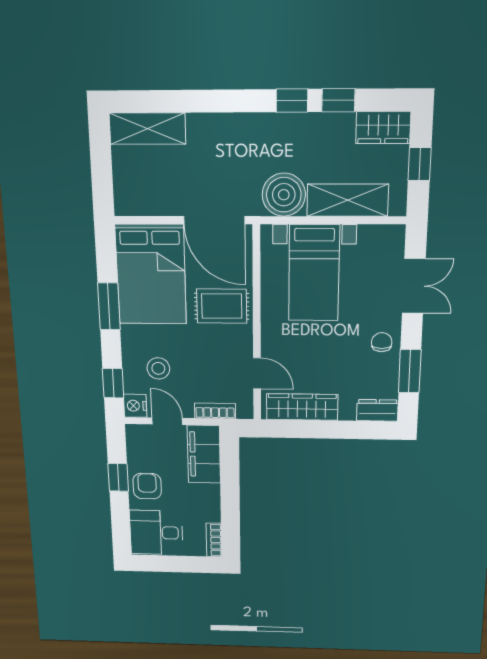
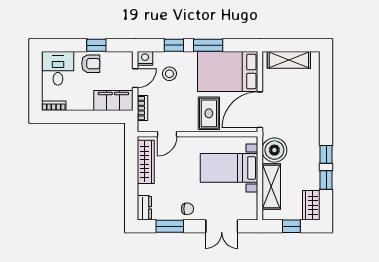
shelving: (147, 129) -> (289, 60), moved, turned 90
window: (113, 383) -> (174, 45), moved

